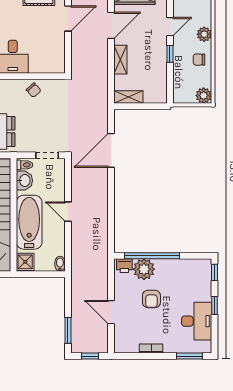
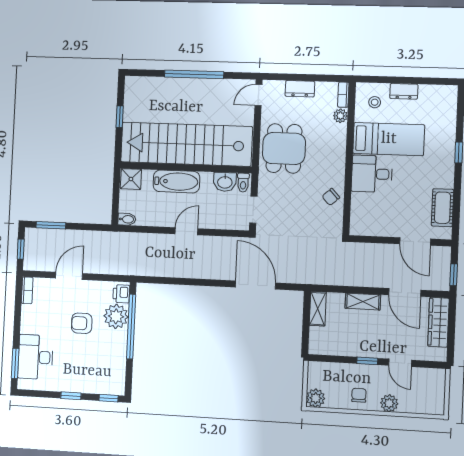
bathtub: (29, 222) -> (176, 181), width x0.73, depth x0.73
desk: (197, 321) -> (36, 357), moved, turned 90
bookcase: (151, 349) -> (27, 290), moved

